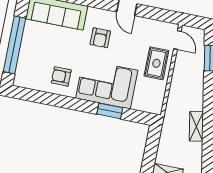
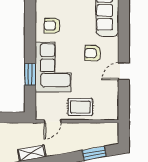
door: (177, 40) -> (53, 121), moved
armchair: (61, 76) -> (52, 26), turned -90

